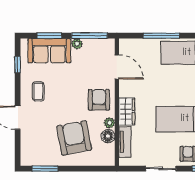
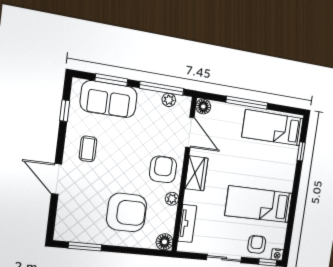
plant: (77, 44) -> (169, 100), moved
floor lamp: (125, 45) -> (203, 107), added
wardrobe: (127, 111) -> (196, 173), moved
floor lamp: (108, 136) -> (165, 242), moved
armchair: (74, 138) -> (127, 212), turned 101

